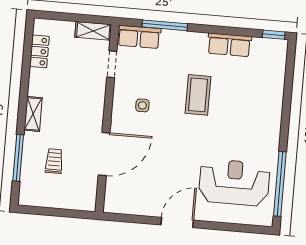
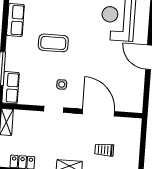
doorway: (112, 64) -> (54, 109), moved

